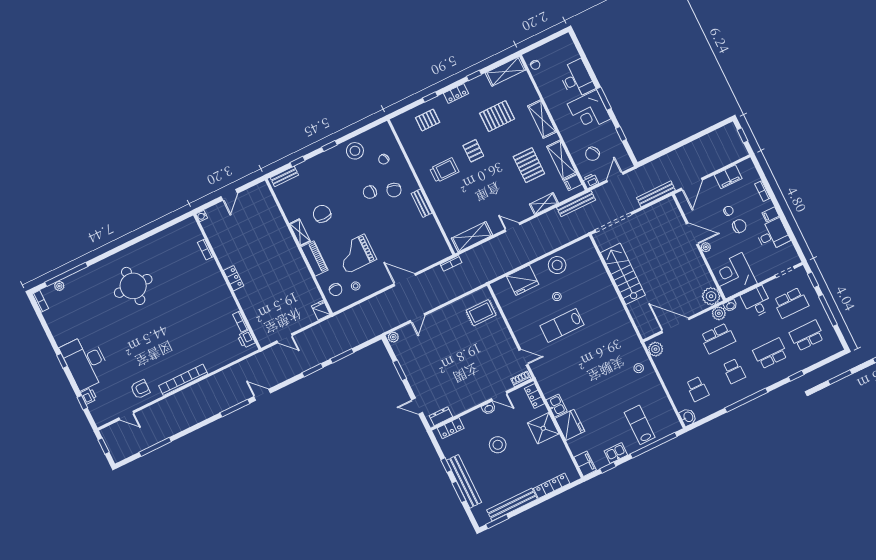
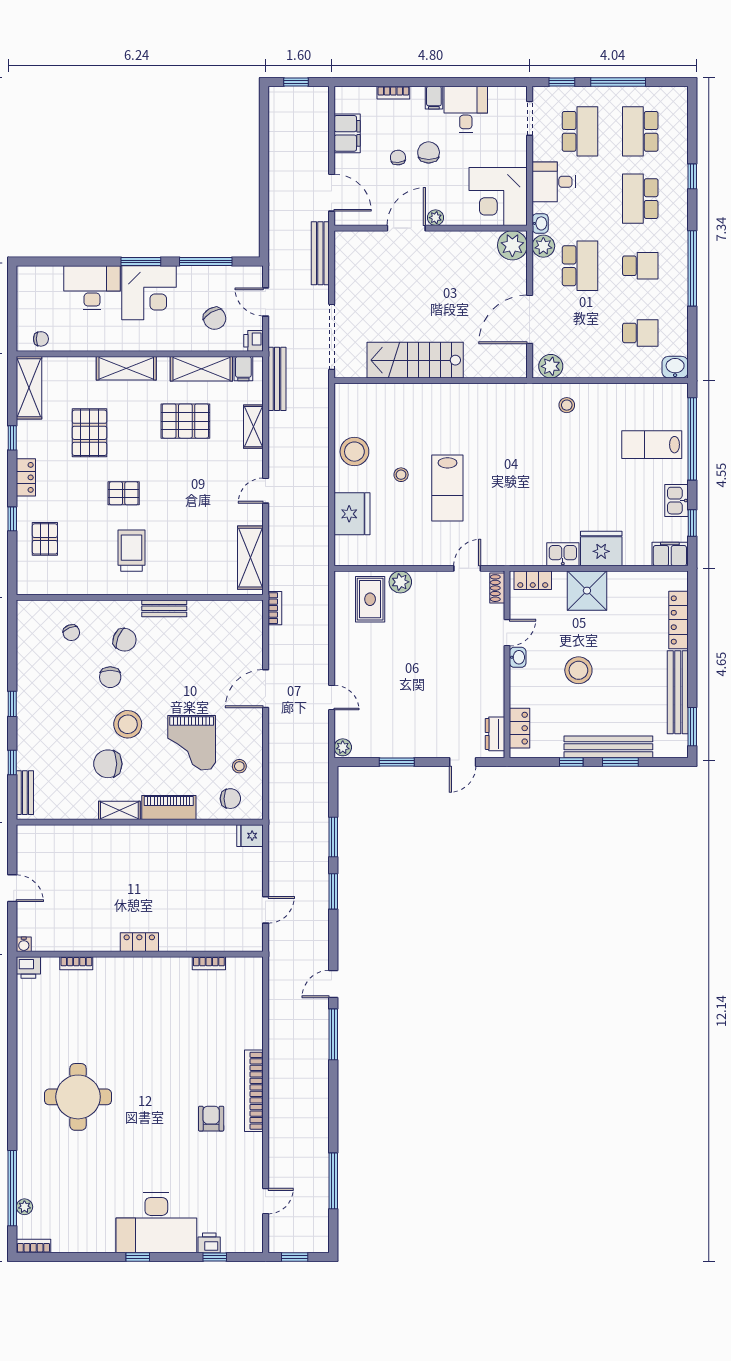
window: (621, 134) -> (206, 261), width x2.17
stool: (355, 151) -> (128, 724), moved
plant: (498, 325) -> (400, 582), added
printer: (246, 339) -> (28, 968), moved
armchair: (140, 389) -> (211, 1119), moved

